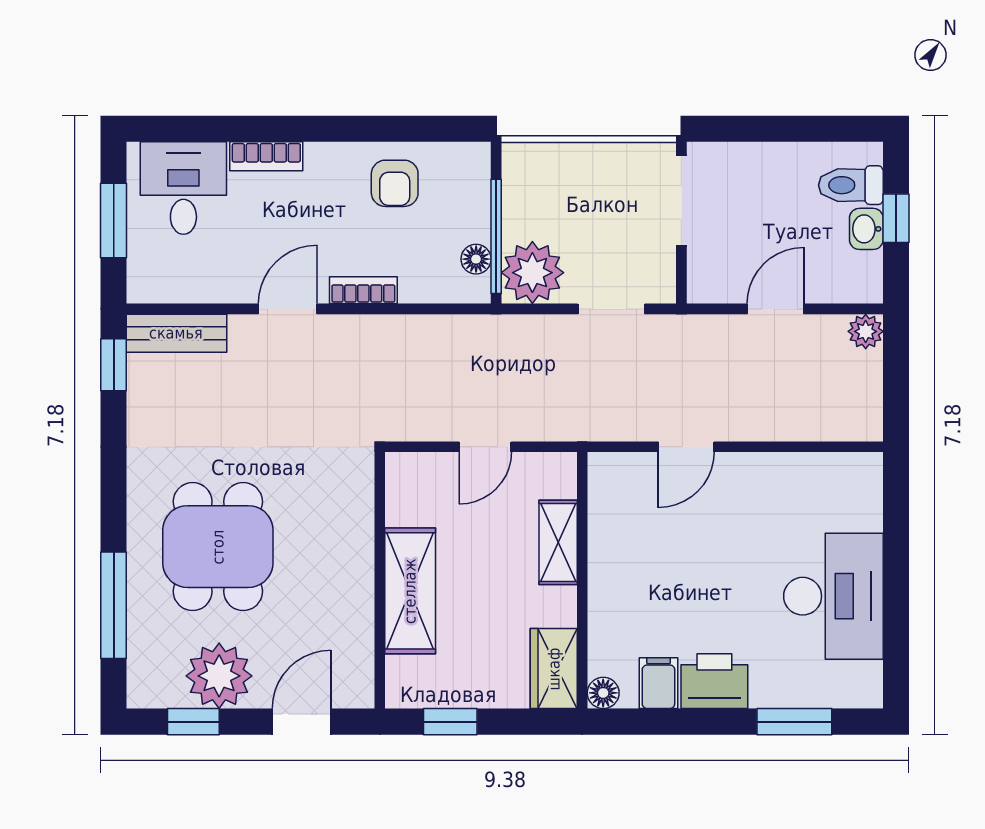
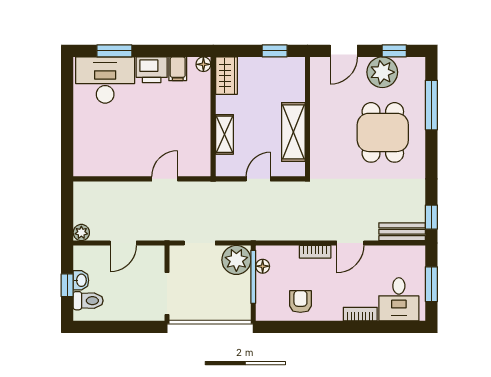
shelving: (410, 591) -> (293, 132), moved
desk: (833, 596) -> (105, 80), moved, turned 90

